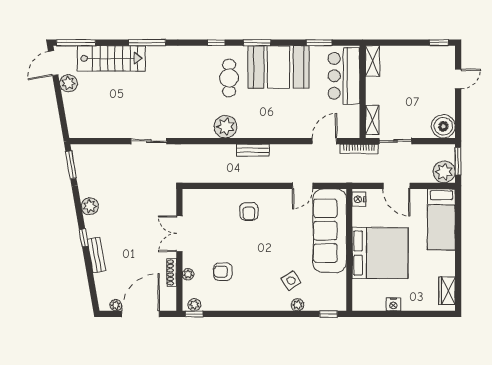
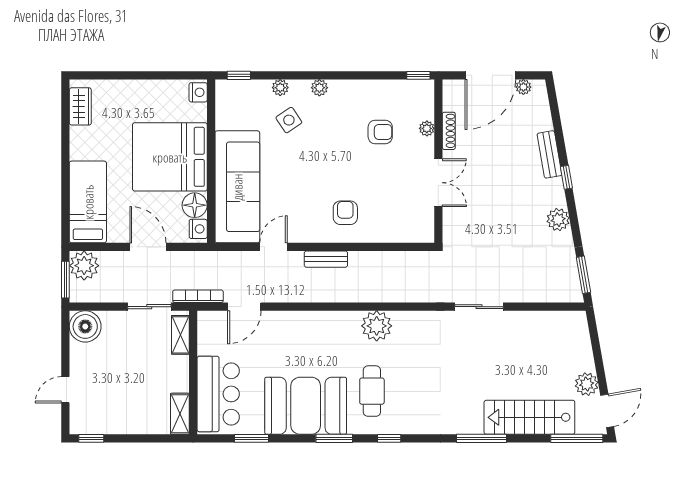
bench: (253, 150) -> (326, 259), moved
floor lamp: (362, 217) -> (195, 205), added
nightstand: (393, 304) -> (198, 92), moved, turned 90
plant: (194, 305) -> (319, 88), moved

